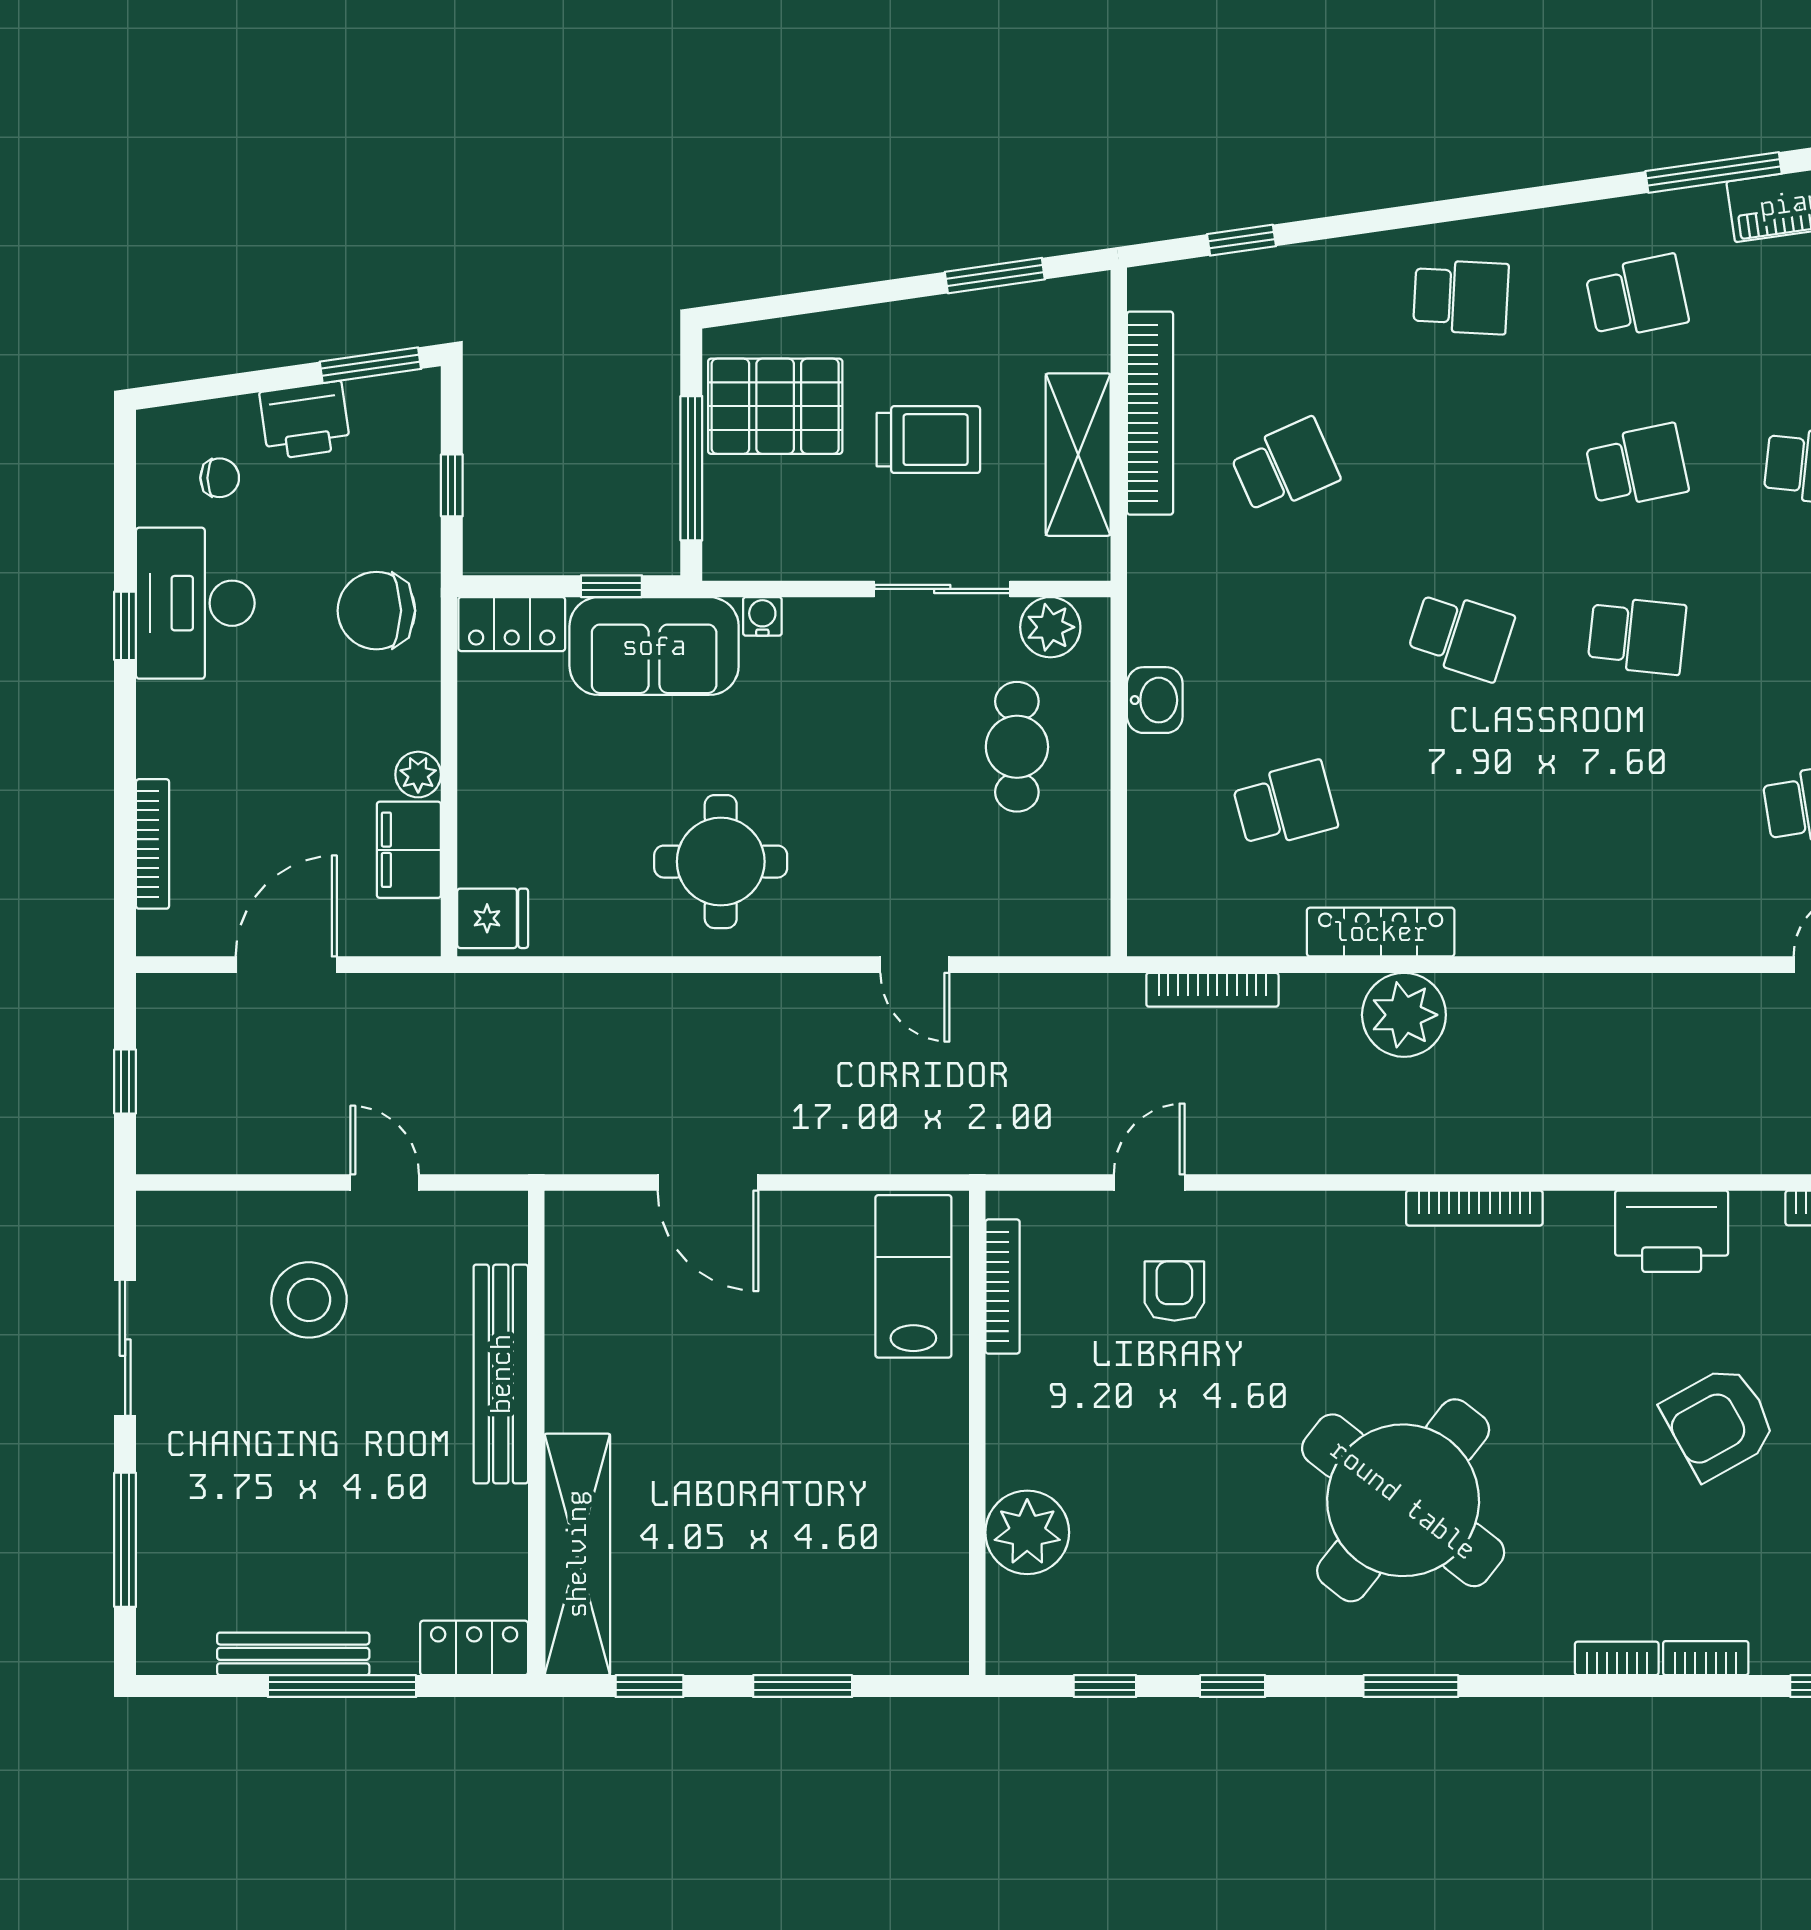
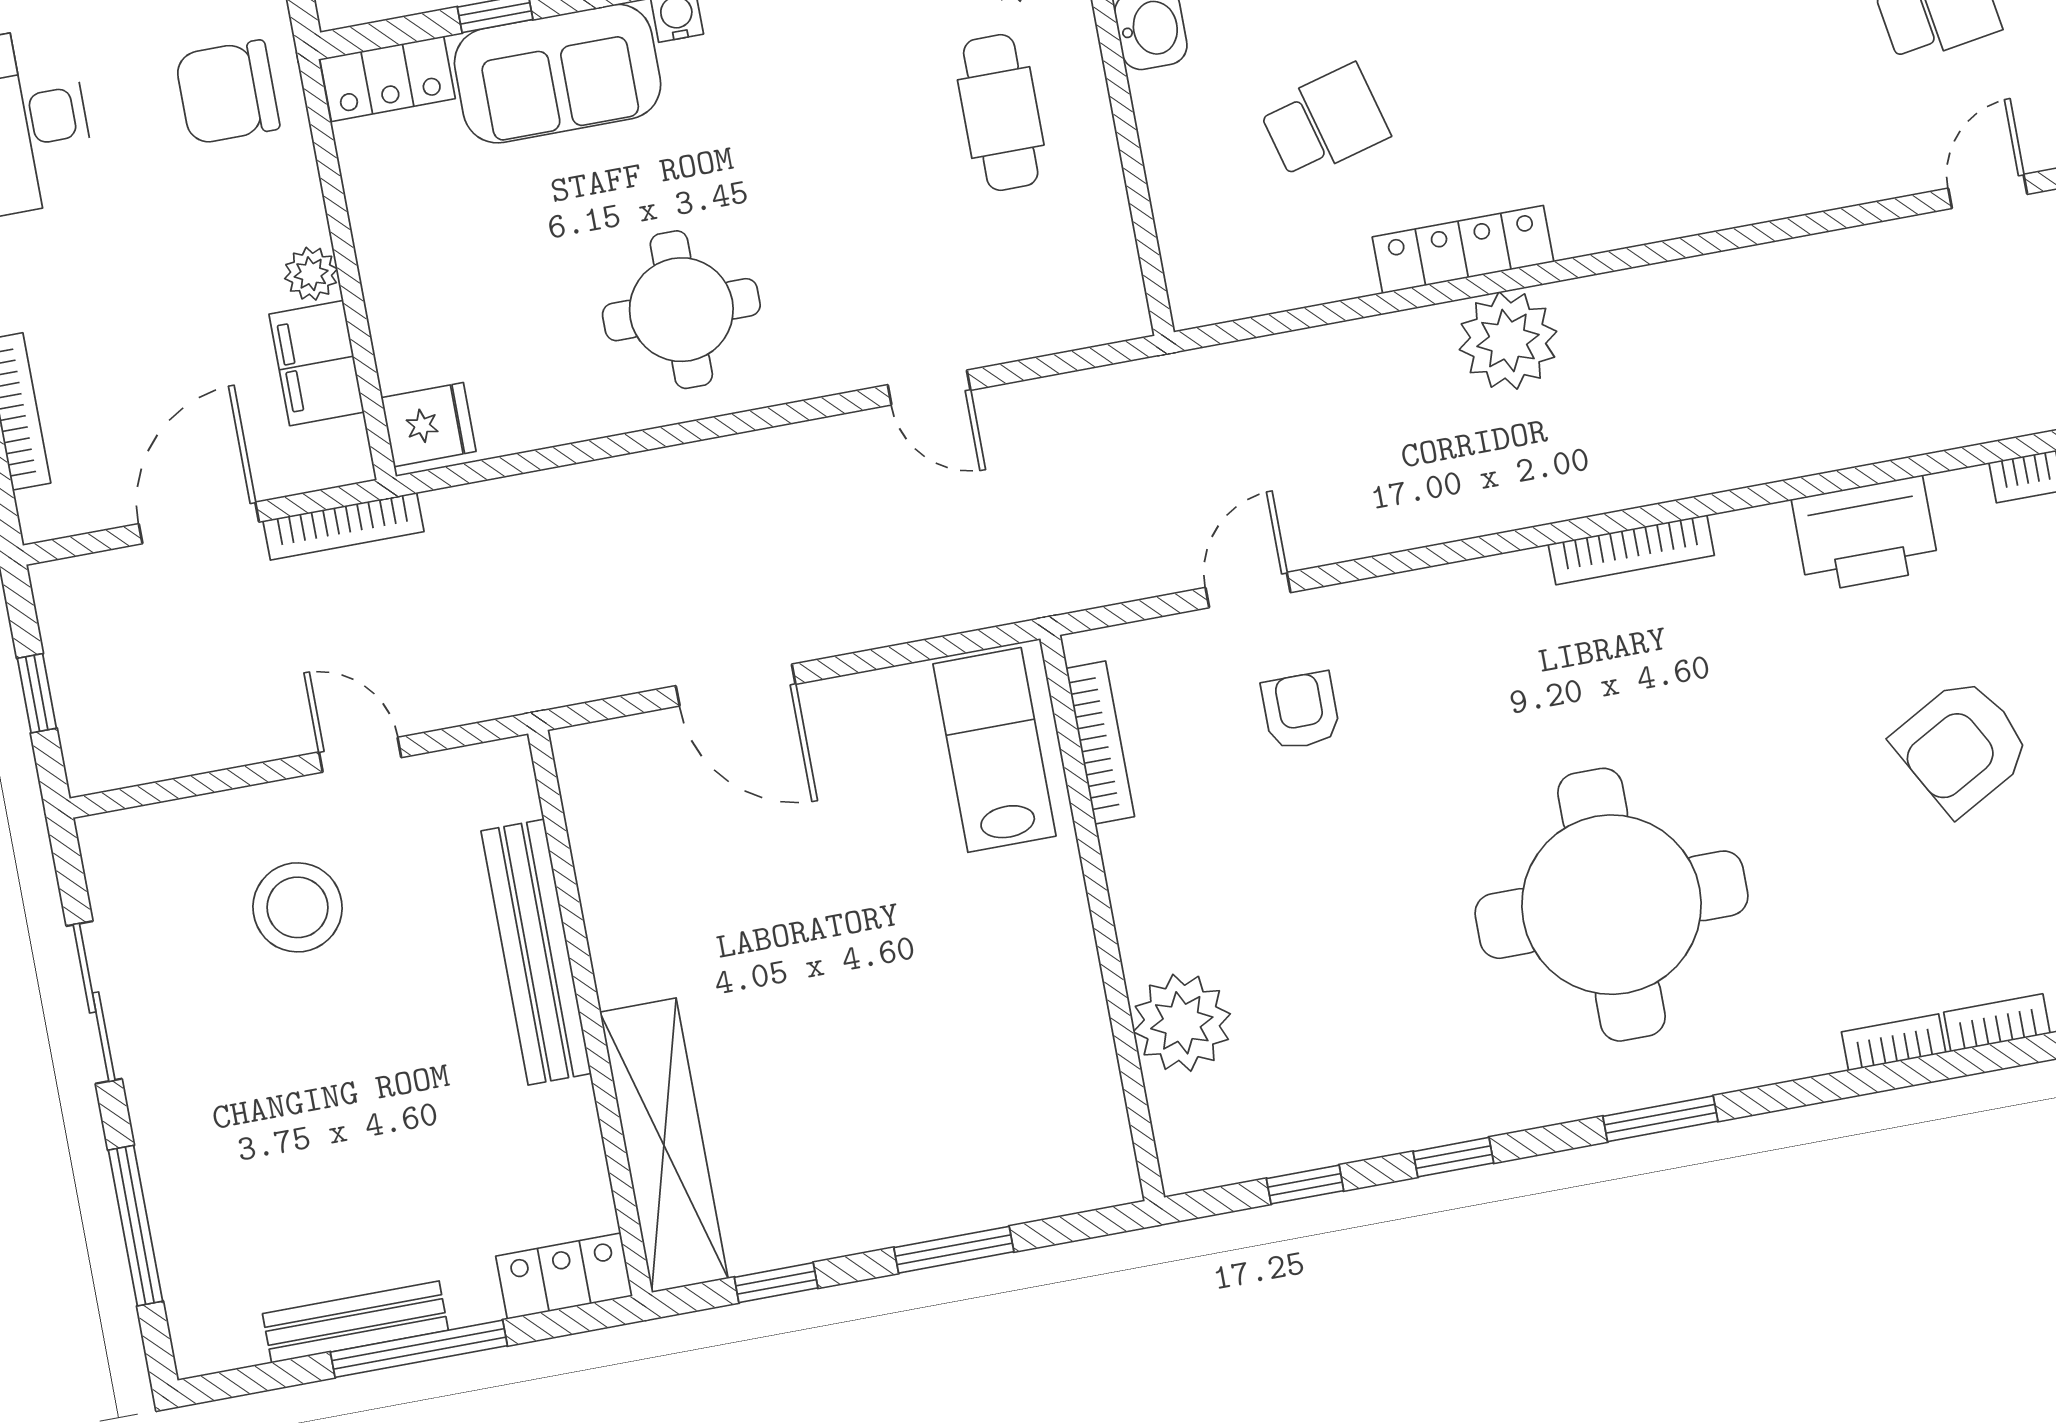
bookcase: (1212, 990) -> (343, 526), moved
round table: (1403, 1500) -> (1611, 905), turned -38

